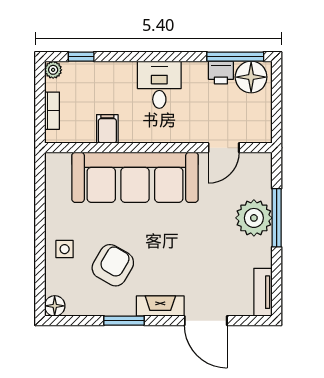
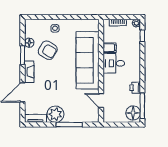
printer: (221, 73) -> (135, 88), moved
desk: (159, 85) -> (114, 63), moved, turned 180
plant: (254, 218) -> (55, 114), moved
floor lamp: (55, 306) -> (29, 43), moved

